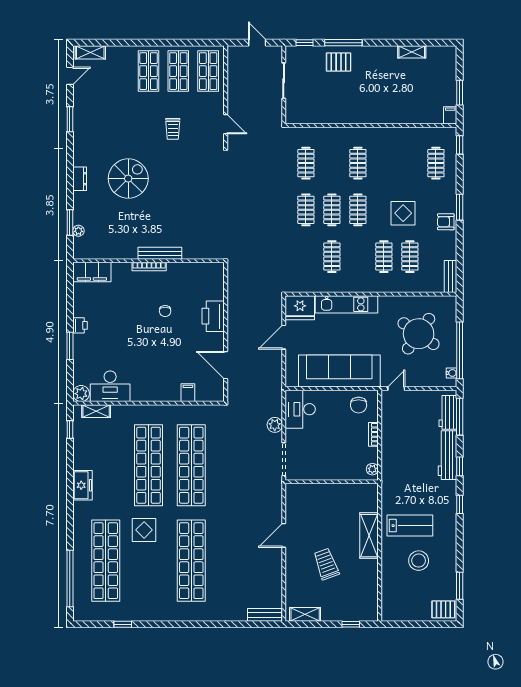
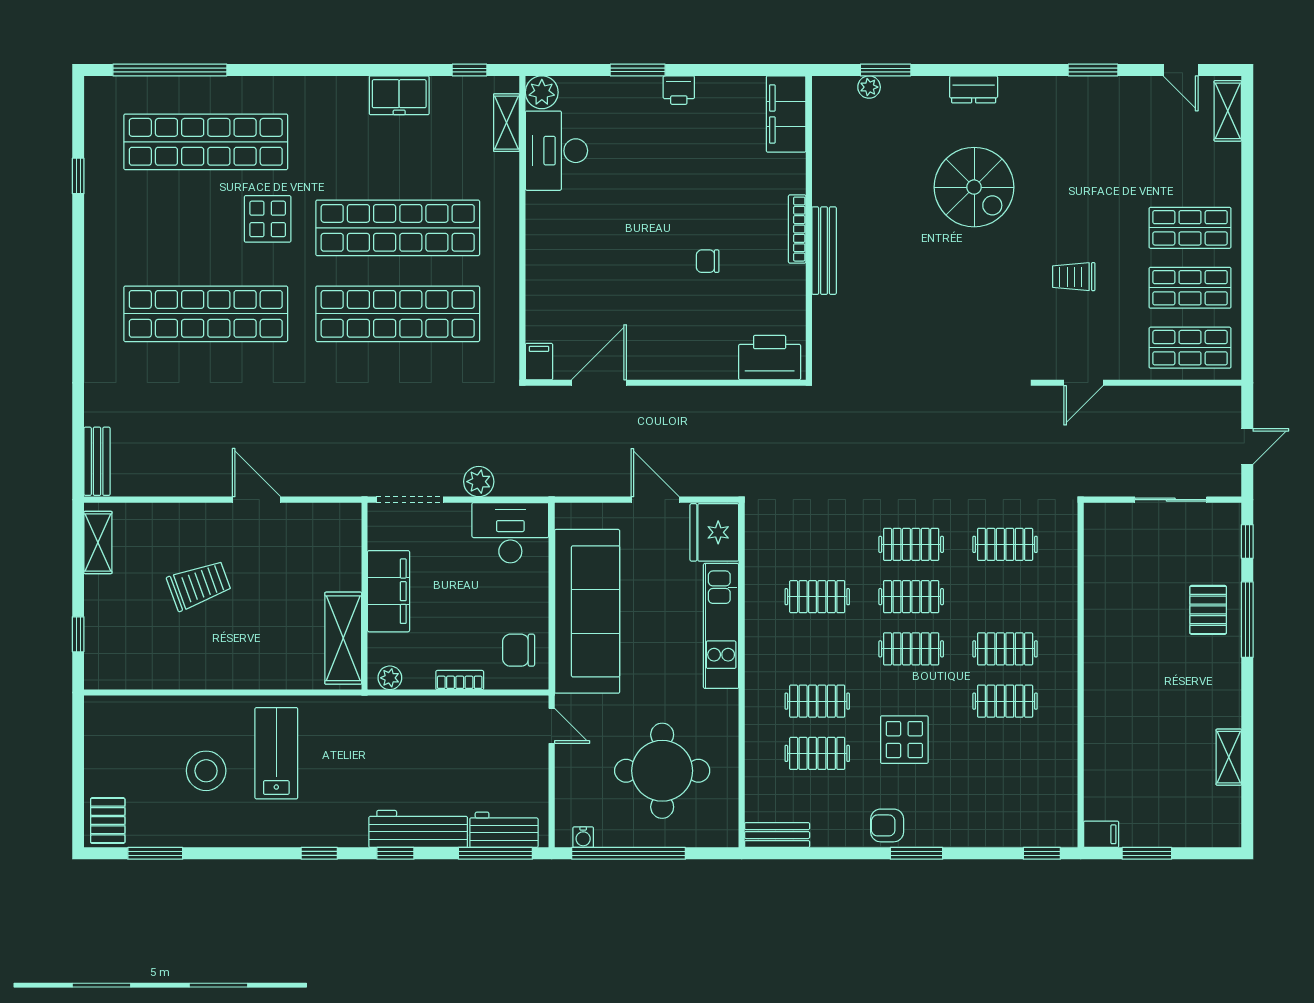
clothes rail: (436, 163) -> (1005, 701), moved
armchair: (446, 222) -> (887, 825), turned -90
printer: (213, 316) -> (770, 358), moved
round table: (419, 334) -> (662, 771), turned -35
filing cabinet: (188, 393) -> (539, 362), moved, turned -90
filing cabinet: (329, 470) -> (389, 591), added
freezer: (83, 485) -> (399, 95), moved
lab bench: (410, 526) -> (276, 753), turned 180
shelving: (369, 536) -> (343, 638), moved, turned 90

